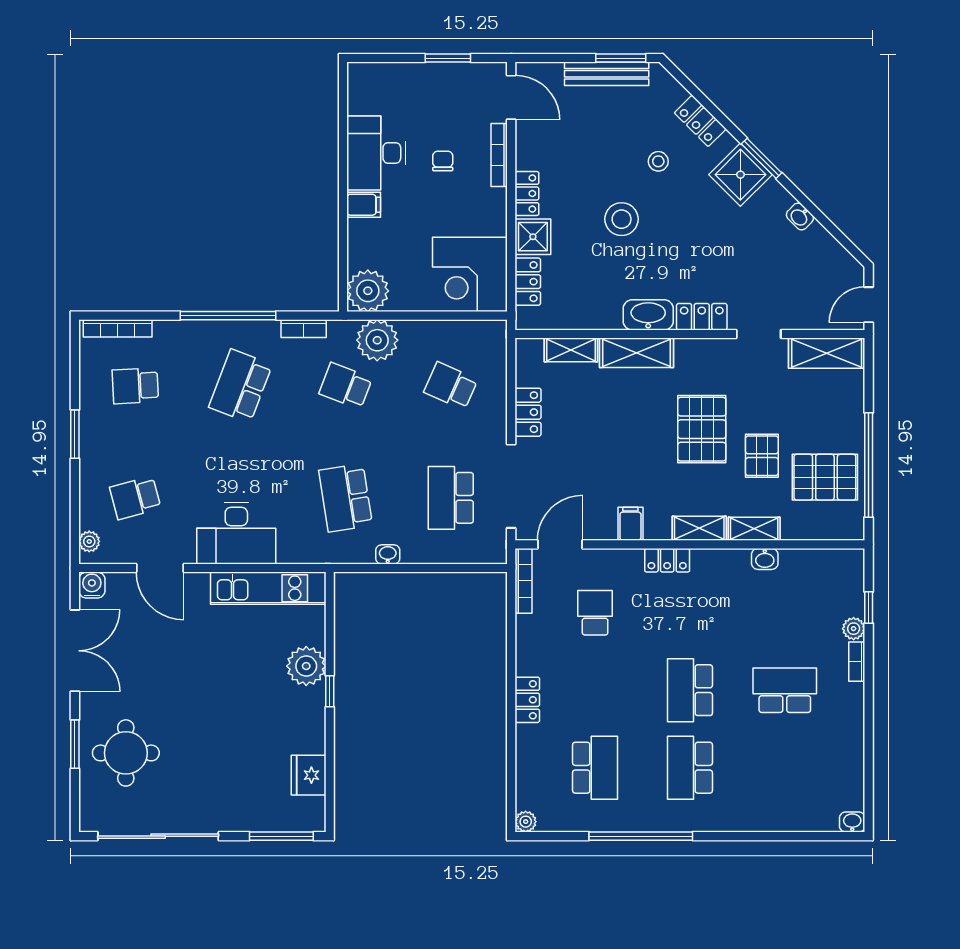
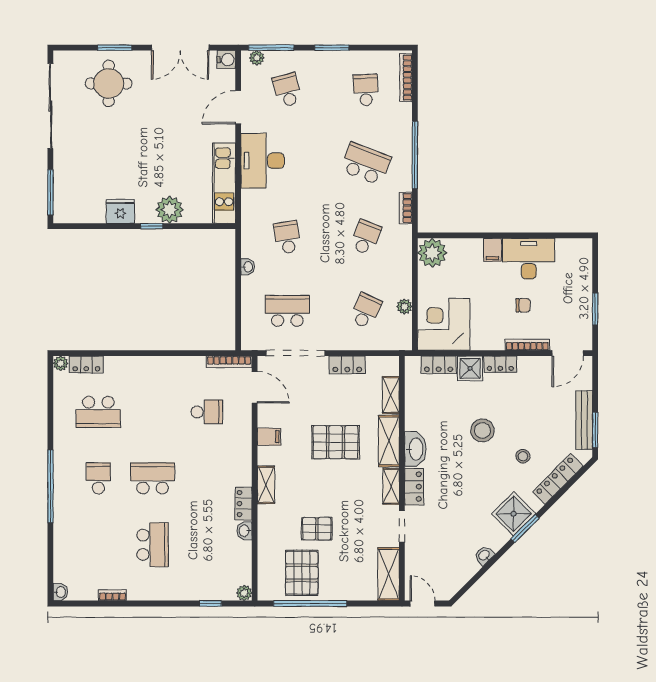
locker: (700, 121) -> (558, 479), width x1.53
plant: (377, 340) -> (404, 307), moved, width x0.53, depth x0.53
pallet: (702, 429) -> (336, 442), moved
school desk: (346, 498) -> (287, 237), width x0.54
window: (75, 521) -> (271, 48), added
shelving: (754, 529) -> (391, 486), moved
locker: (667, 560) -> (244, 504), moved
plant: (854, 629) -> (244, 593), moved
bookcase: (857, 662) -> (112, 595), moved
locker: (527, 700) -> (86, 364), moved
school desk: (690, 768) -> (98, 478), width x0.54
fridge: (309, 775) -> (120, 211), moved
window: (641, 836) -> (50, 486), moved

